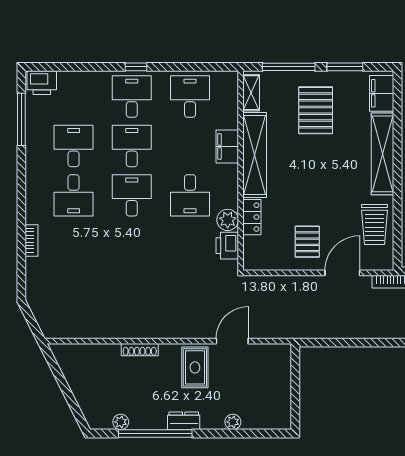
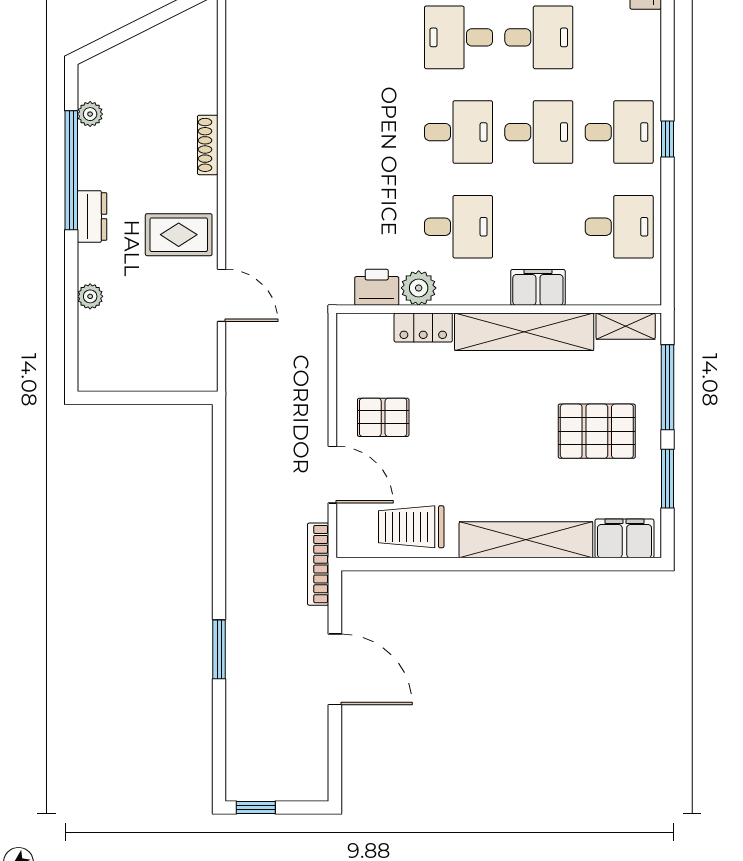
desk: (190, 195) -> (459, 227), turned 180

